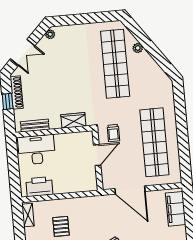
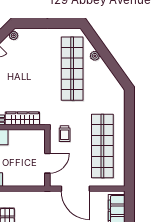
wardrobe: (73, 120) -> (22, 118), width x1.50
door: (97, 155) -> (47, 163), moved

